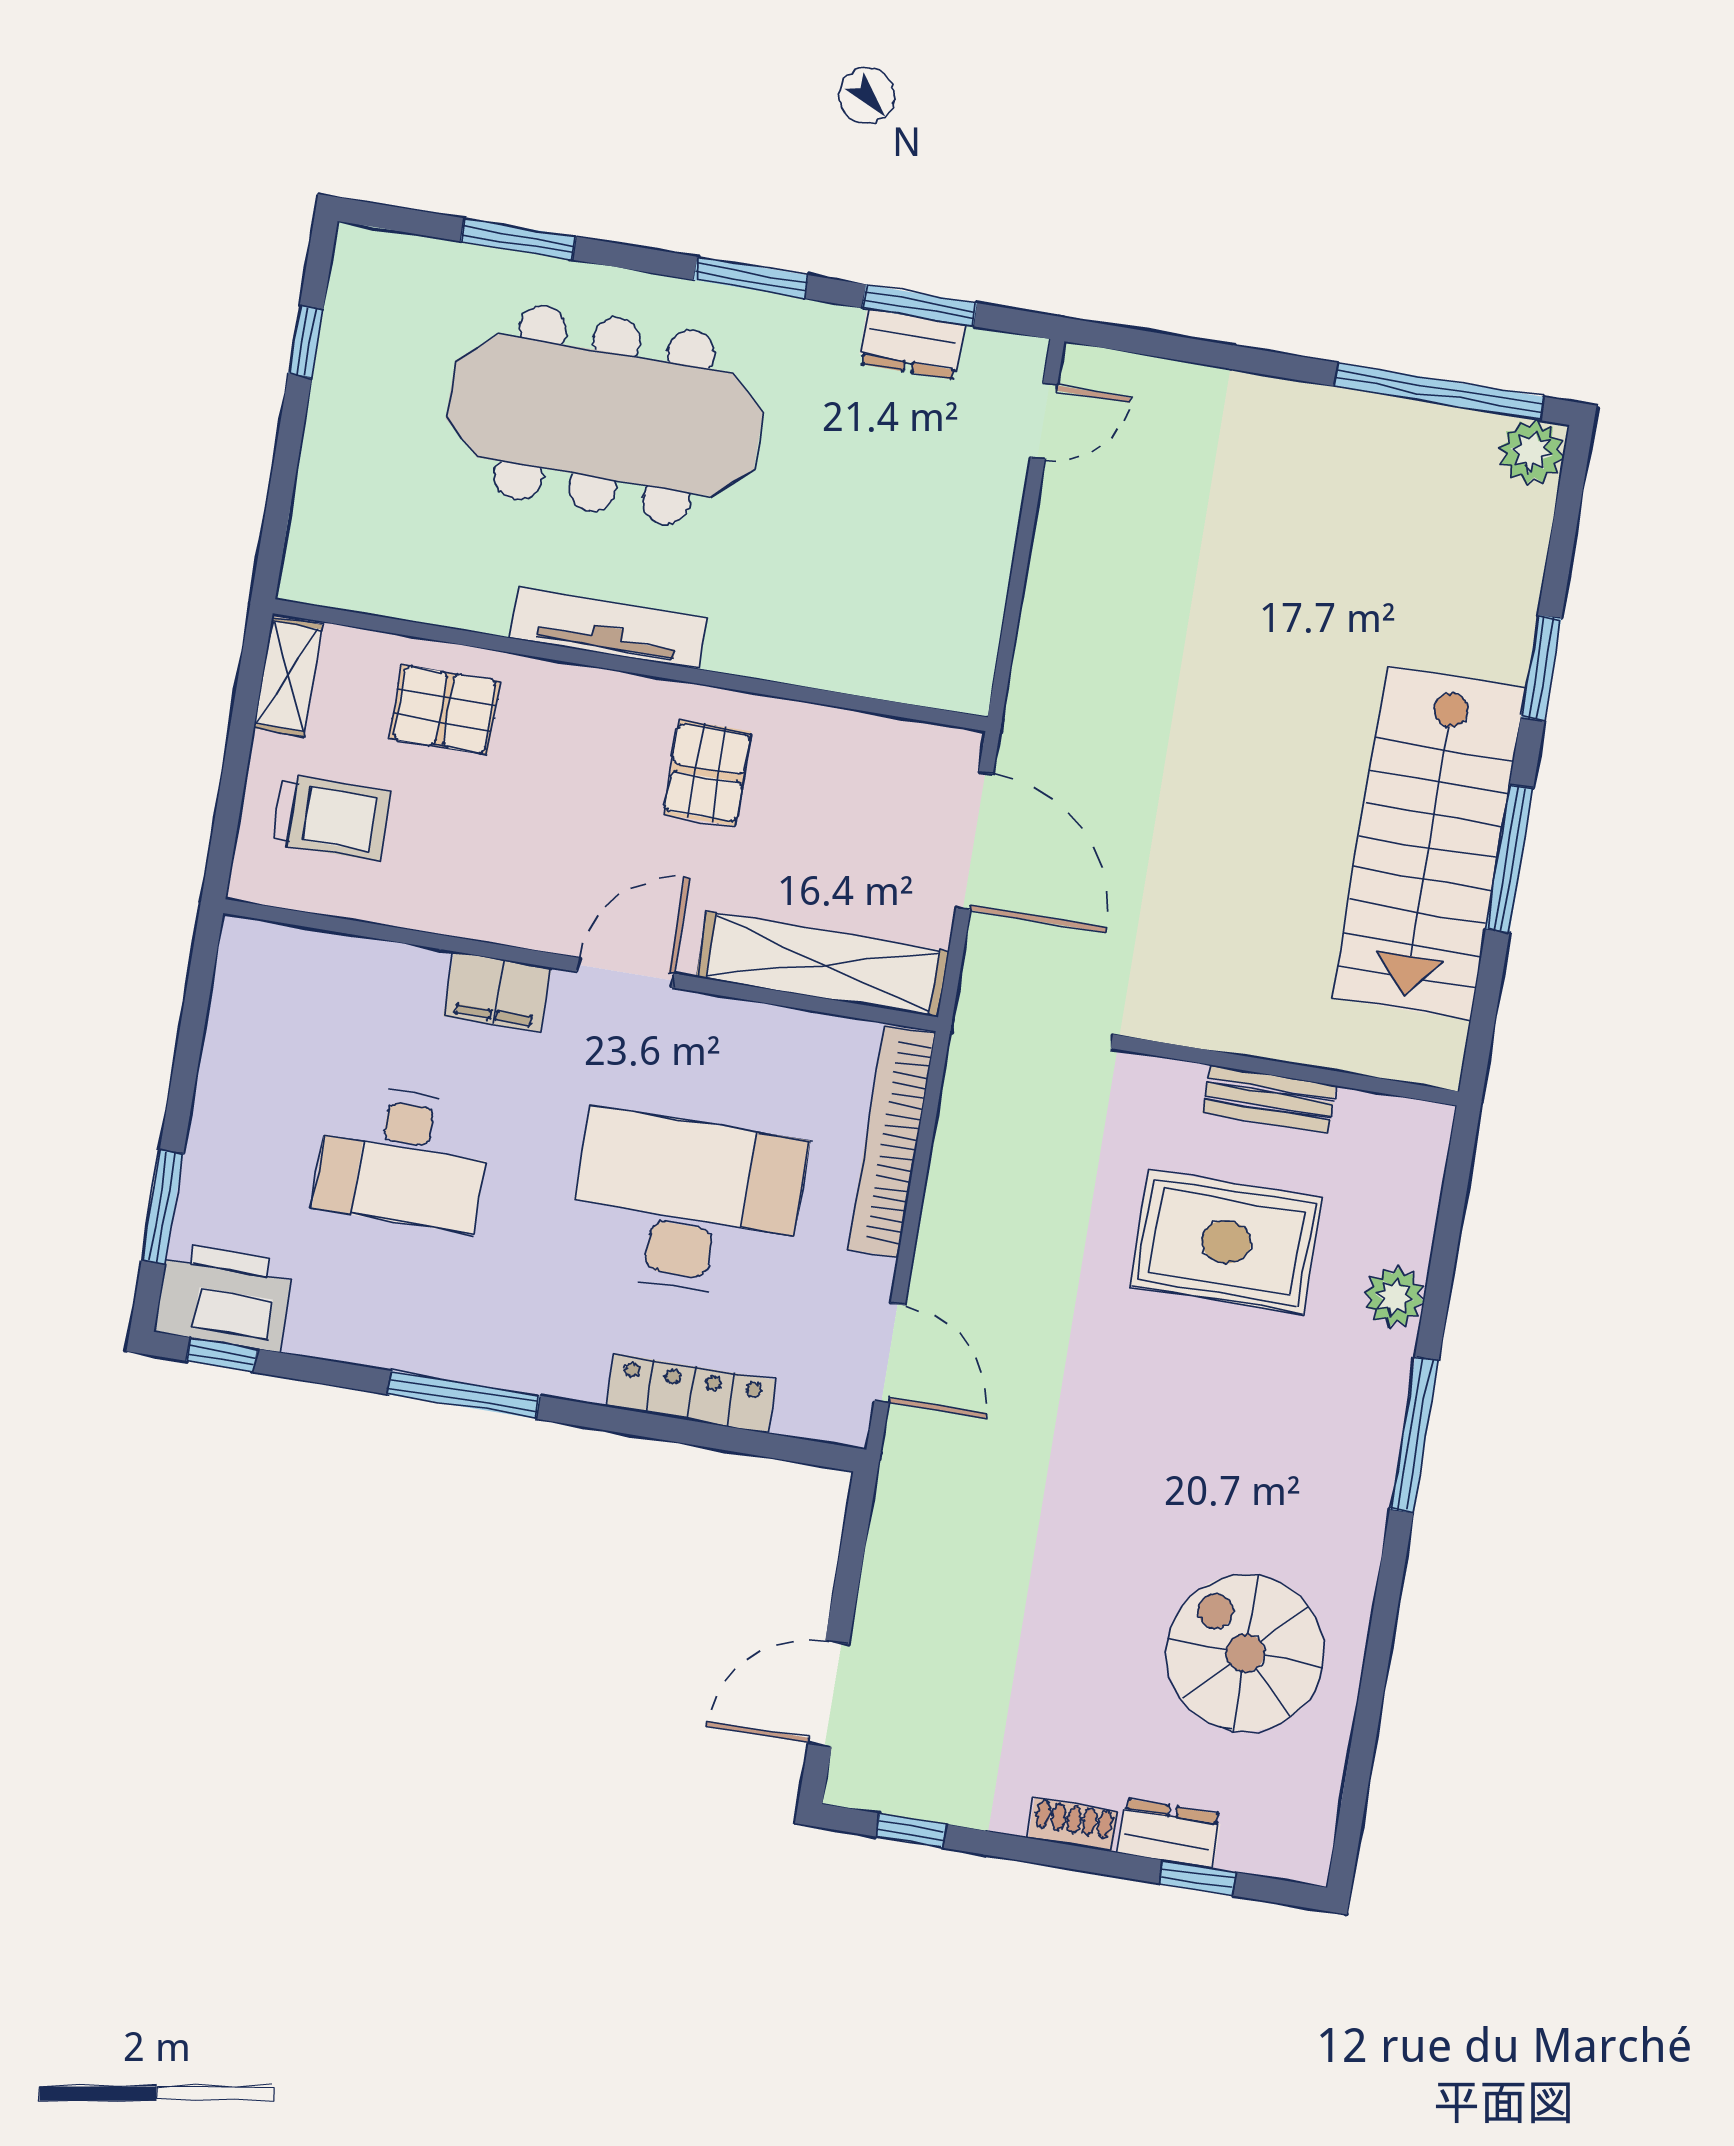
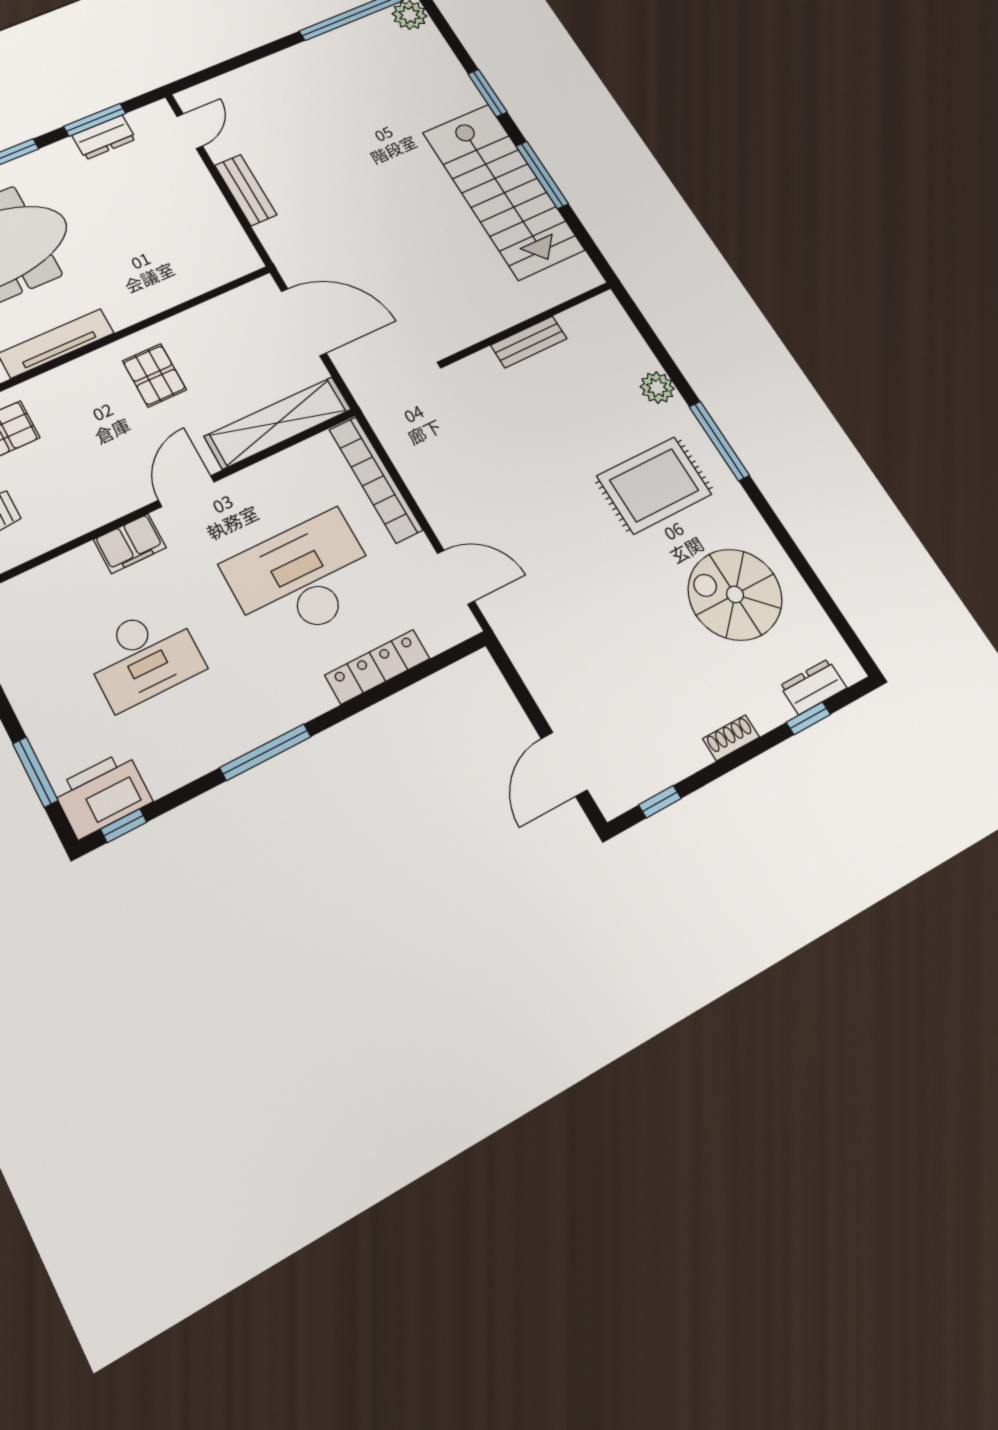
bench: (1052, 575) -> (246, 190), added
rug: (1226, 1242) -> (654, 485), moved
dresser: (1169, 1833) -> (813, 687), moved

